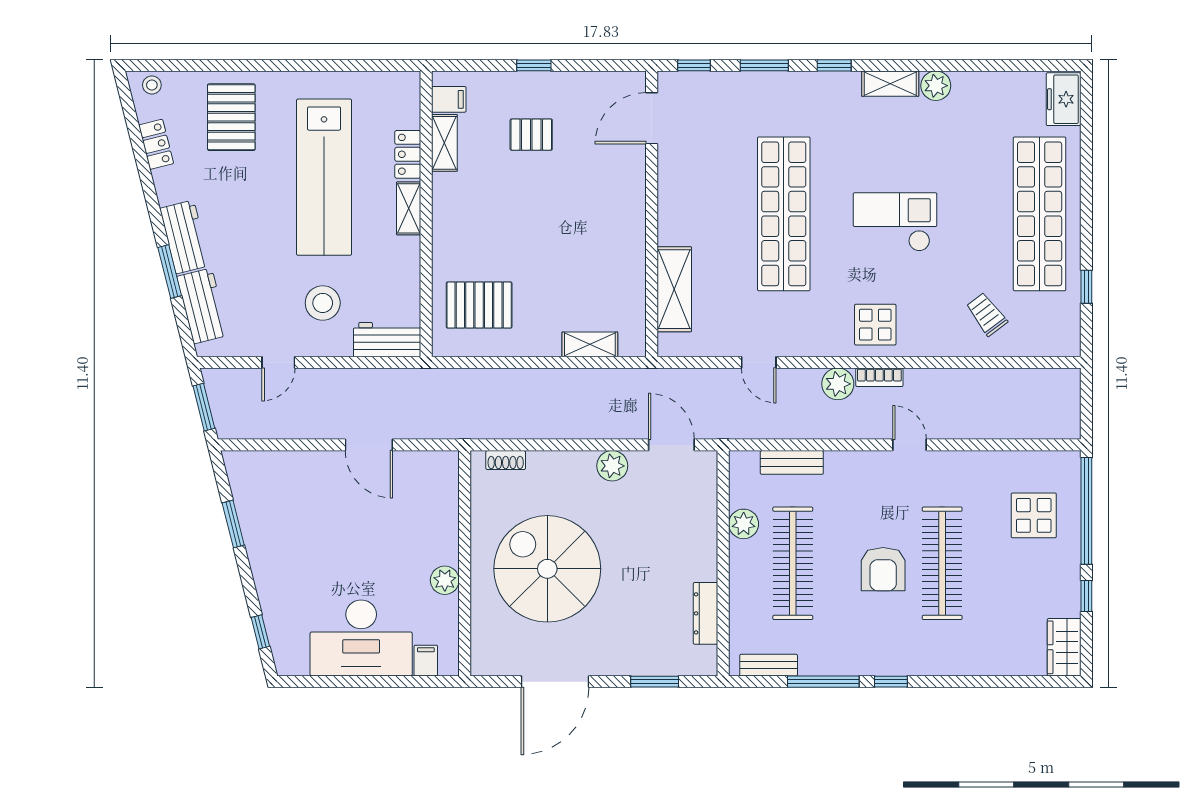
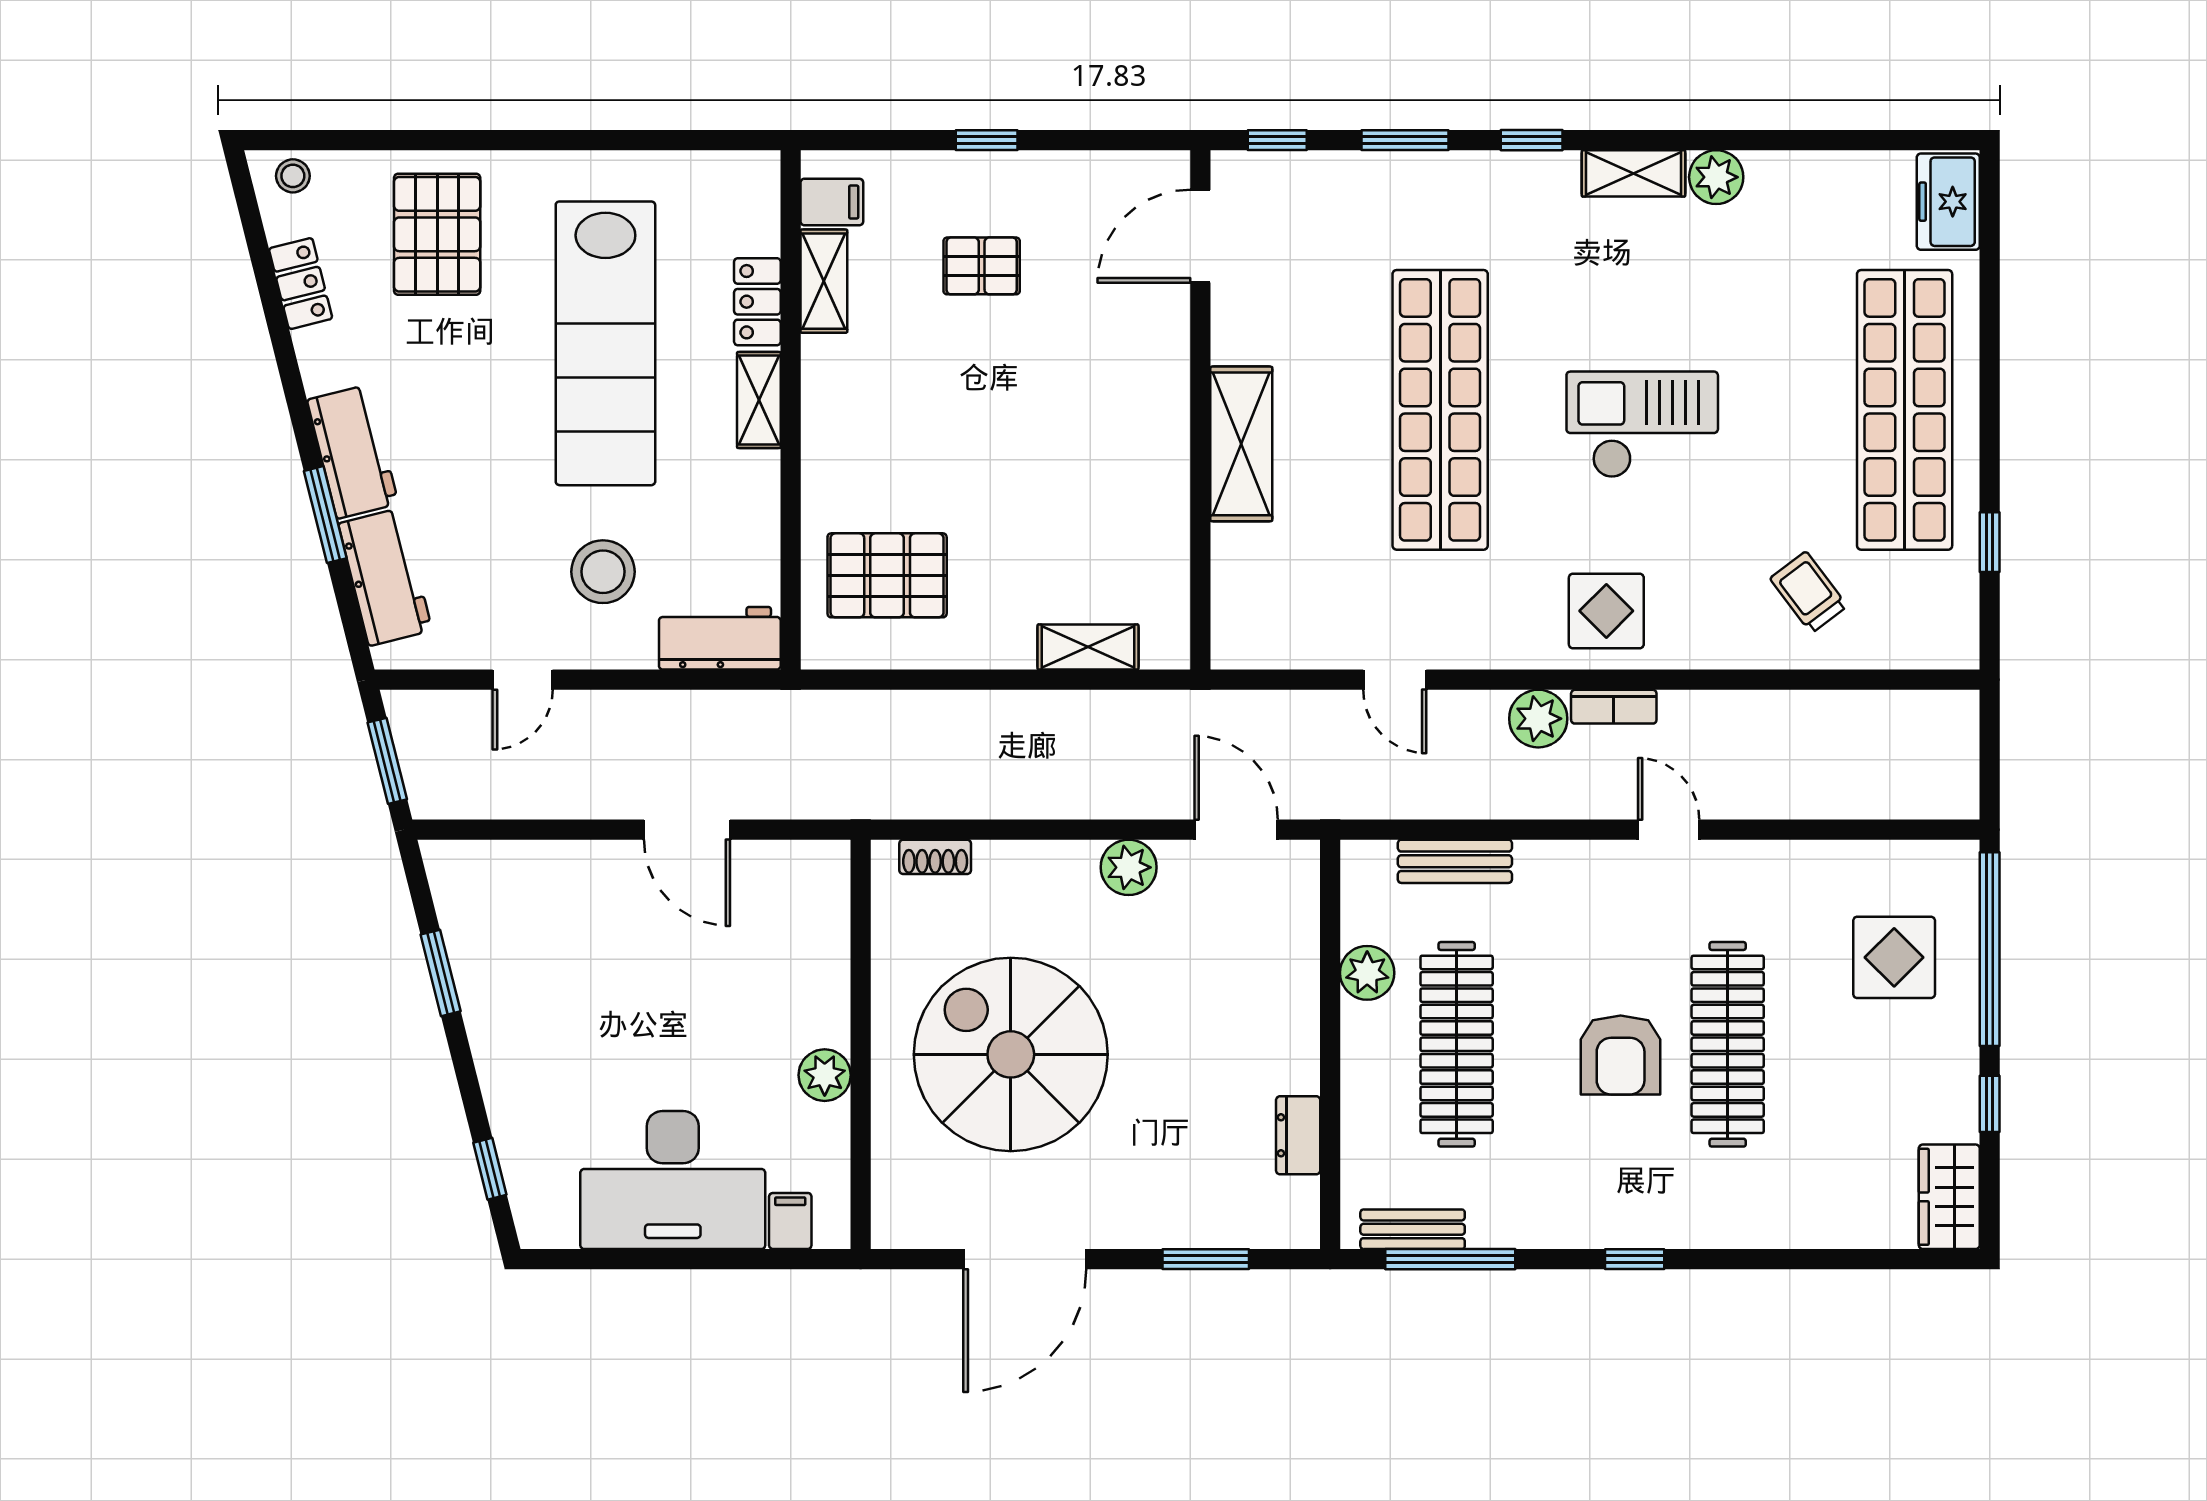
shelving: (674, 289) -> (1241, 444), moved
dresser: (706, 613) -> (1298, 1135), width x0.70
window: (823, 682) -> (1450, 1259), moved

